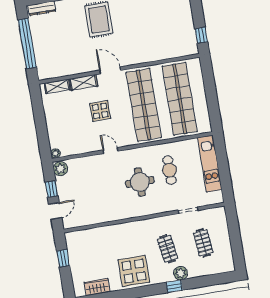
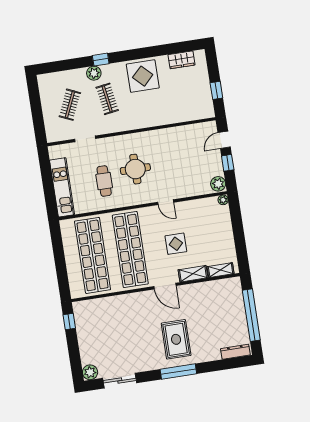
clothes rail: (203, 243) -> (70, 105), turned 30

